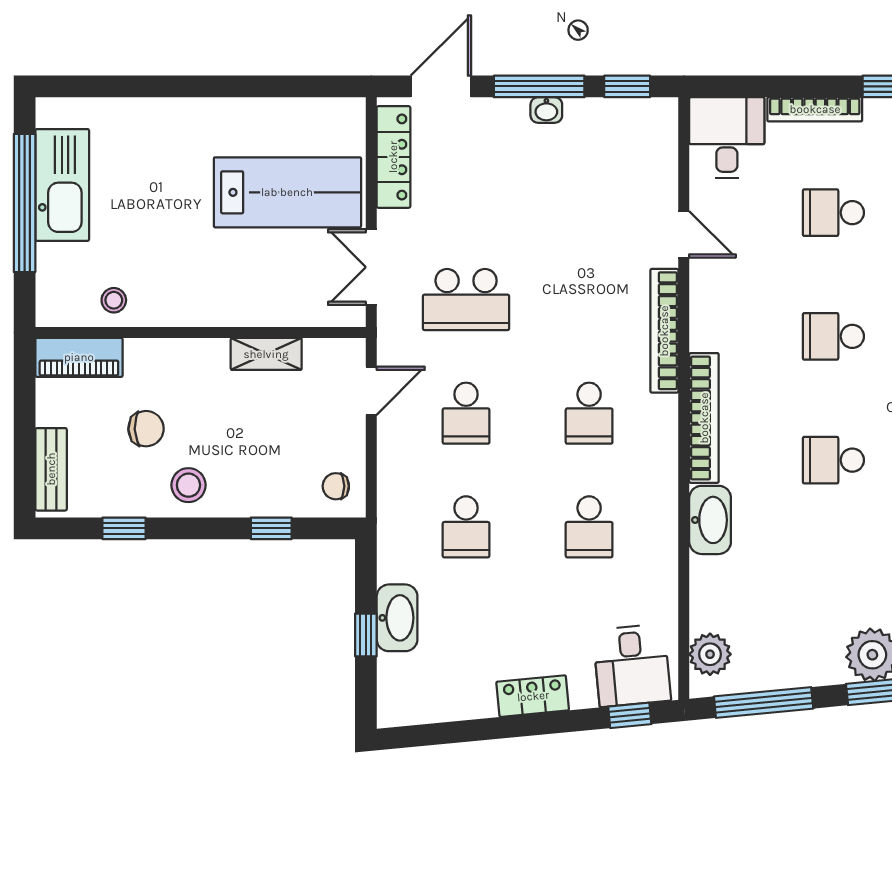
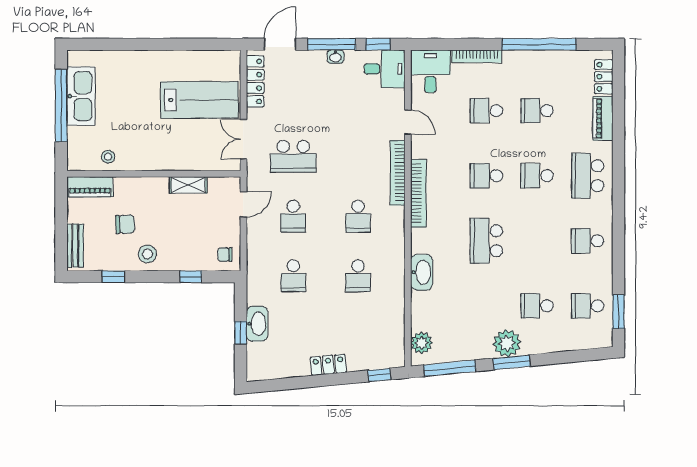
bookcase: (704, 418) -> (418, 193), moved
school desk: (833, 460) -> (486, 241), width x1.85
desk: (632, 665) -> (385, 69), moved, turned -85

